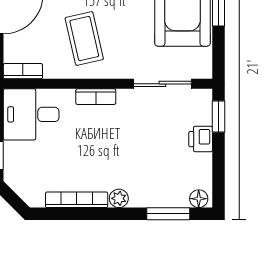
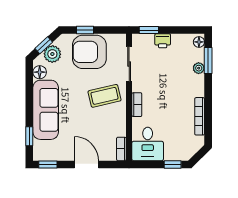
coffee table: (84, 39) -> (105, 96), moved
plant: (119, 198) -> (199, 68), moved

